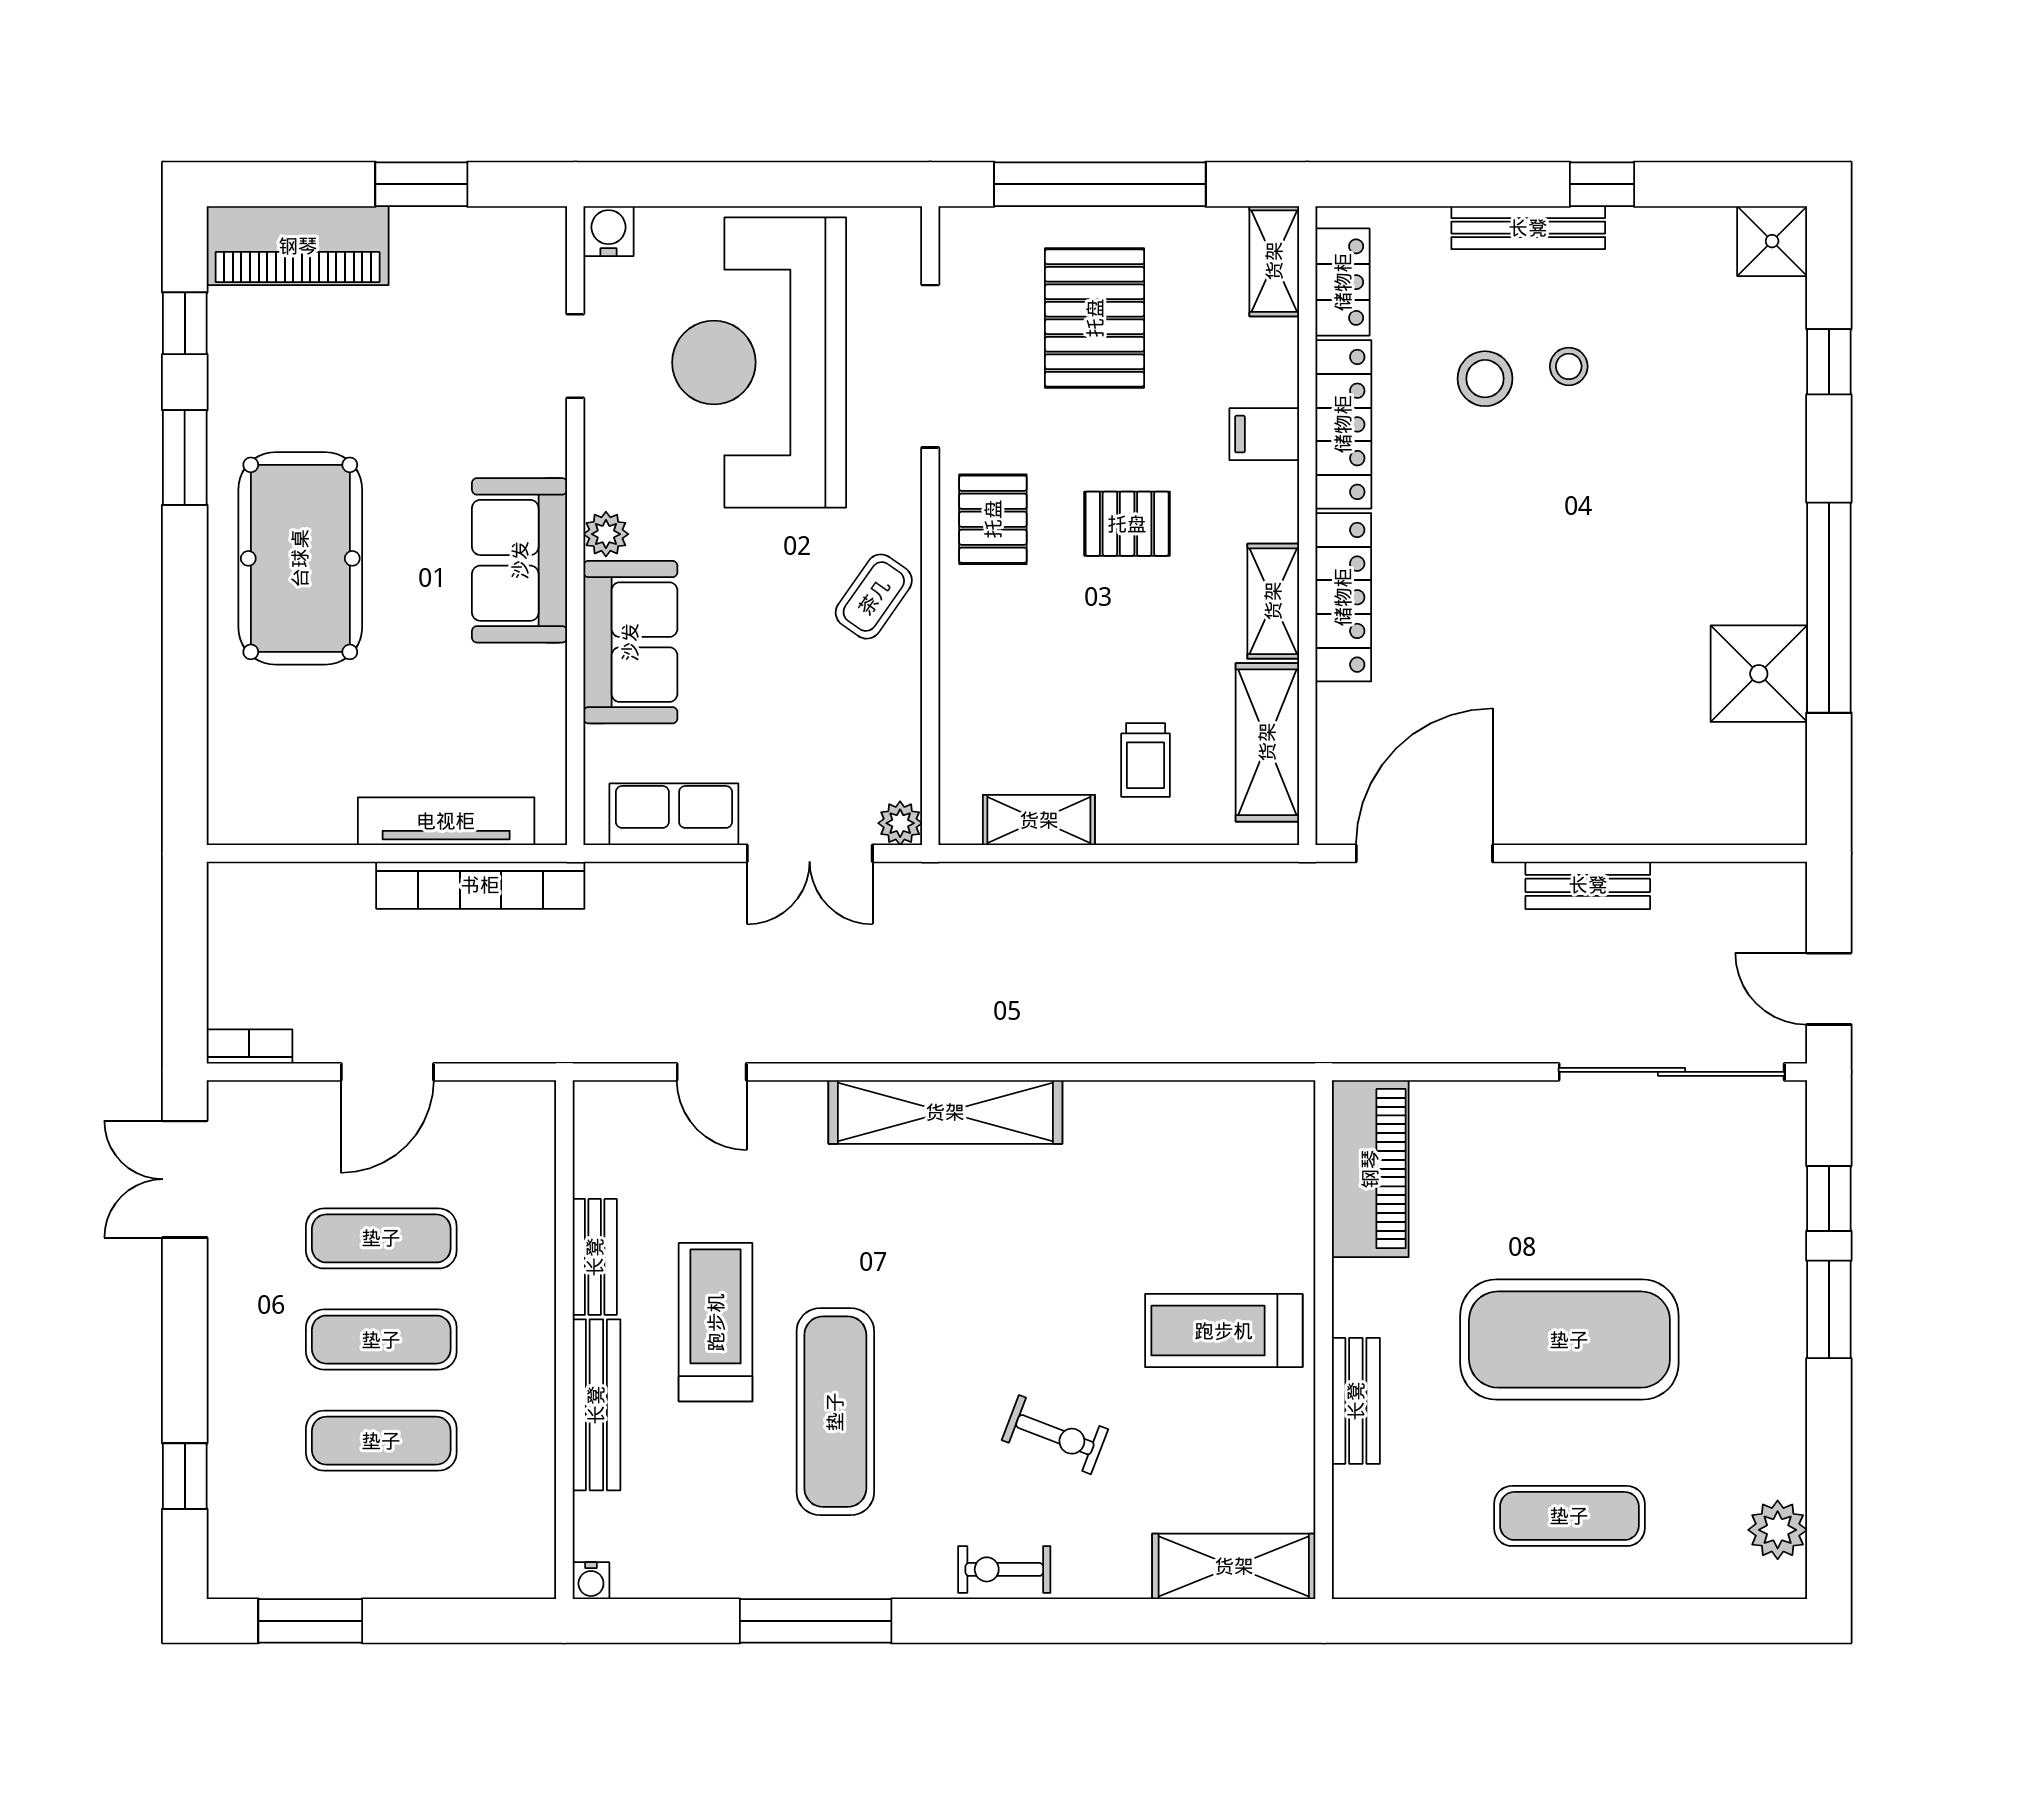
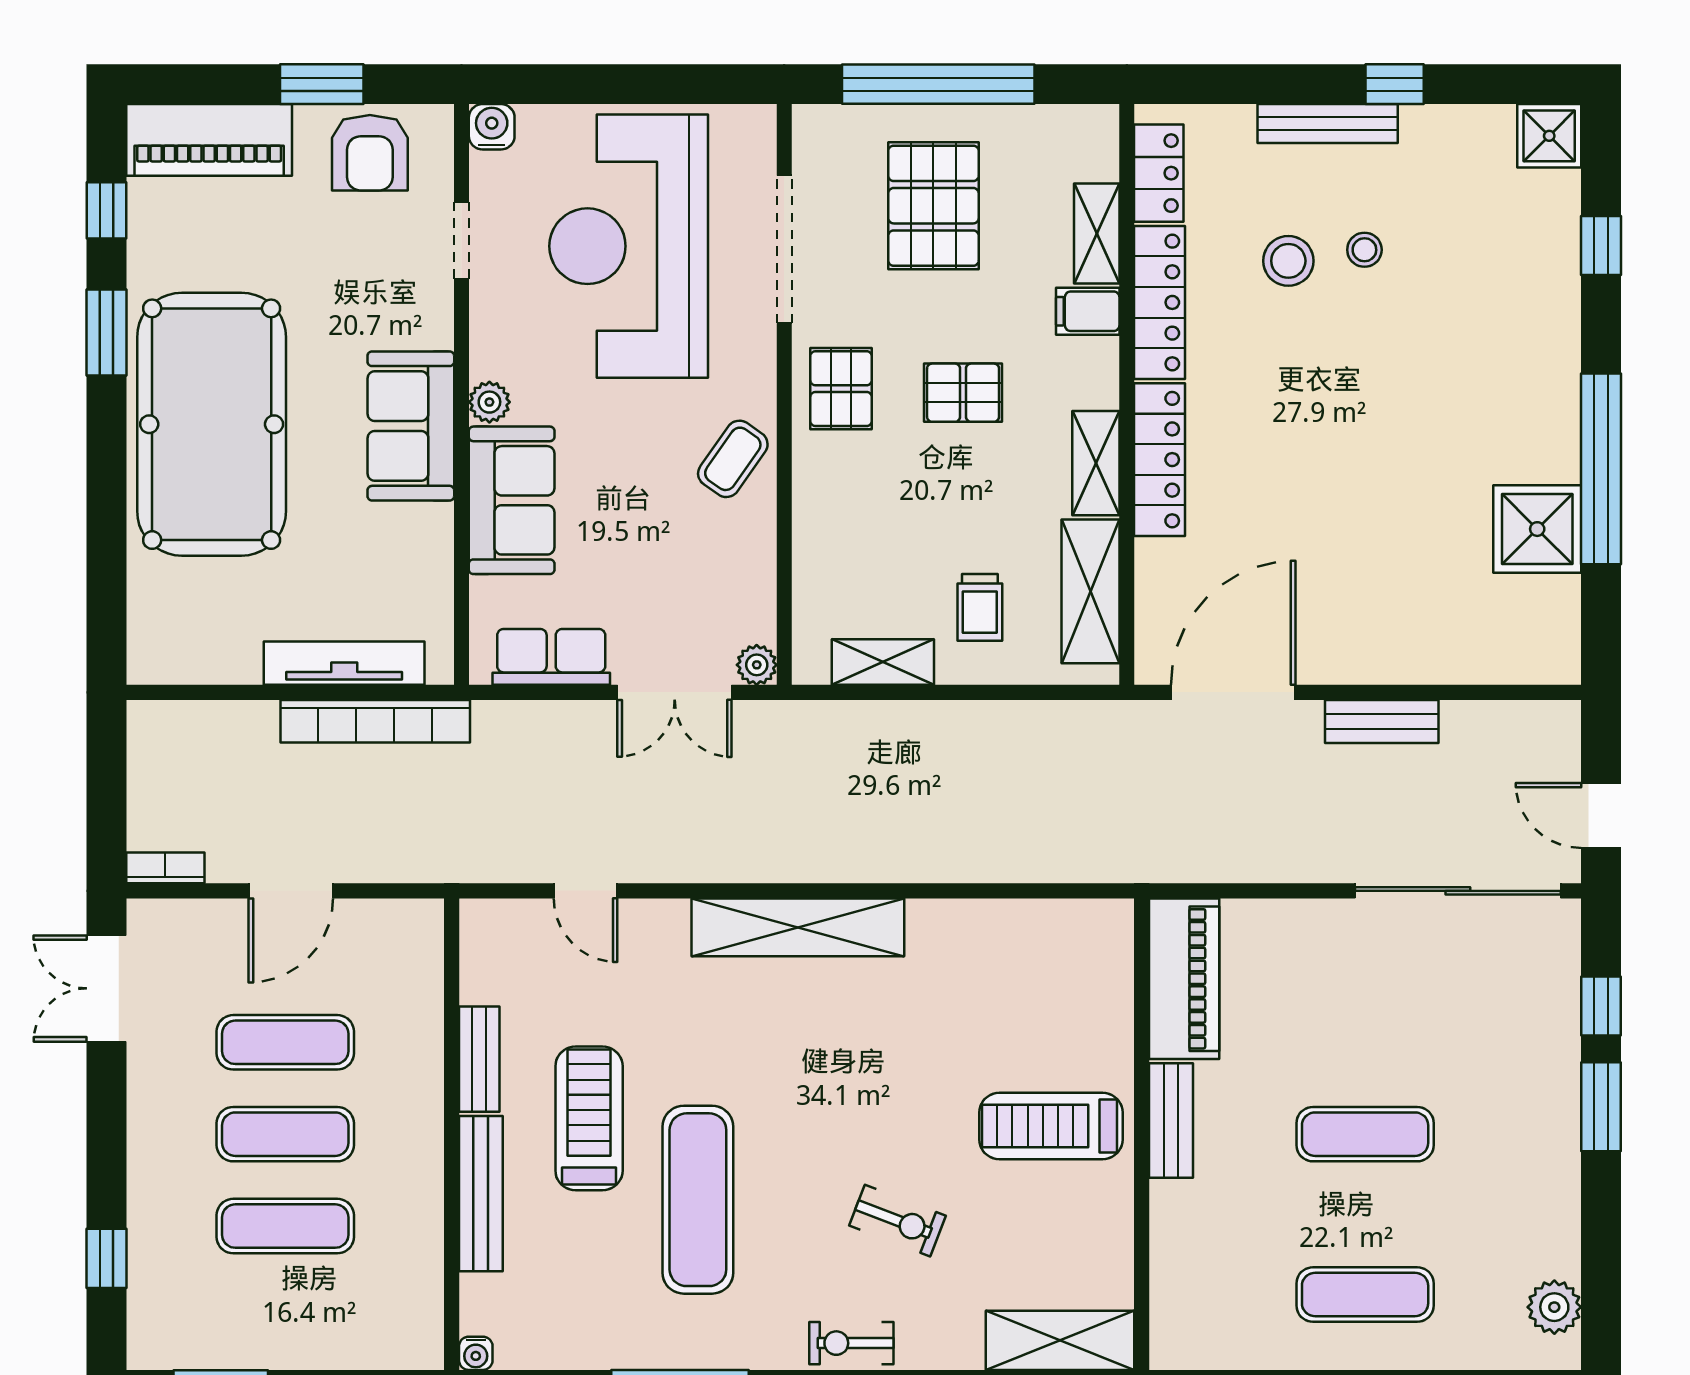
armchair: (474, 260) -> (370, 153), added
shelving: (1274, 261) -> (1097, 233), moved
pool table: (300, 558) -> (212, 424), width x1.36, depth x1.32
exercise mat: (1569, 1340) -> (1365, 1134), width x0.50, depth x0.69
bench: (1356, 1401) -> (1171, 1120), moved

